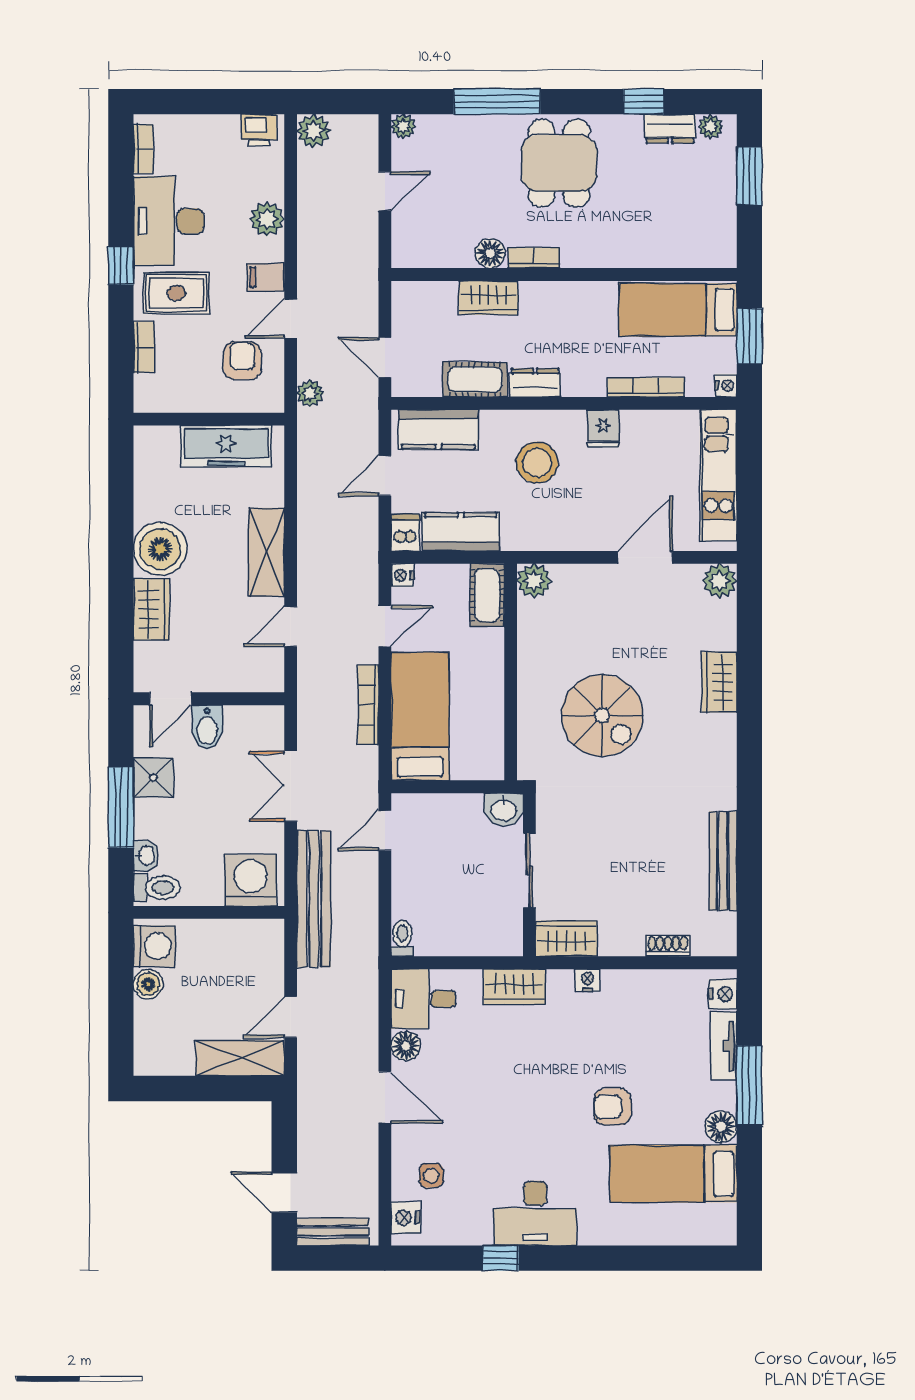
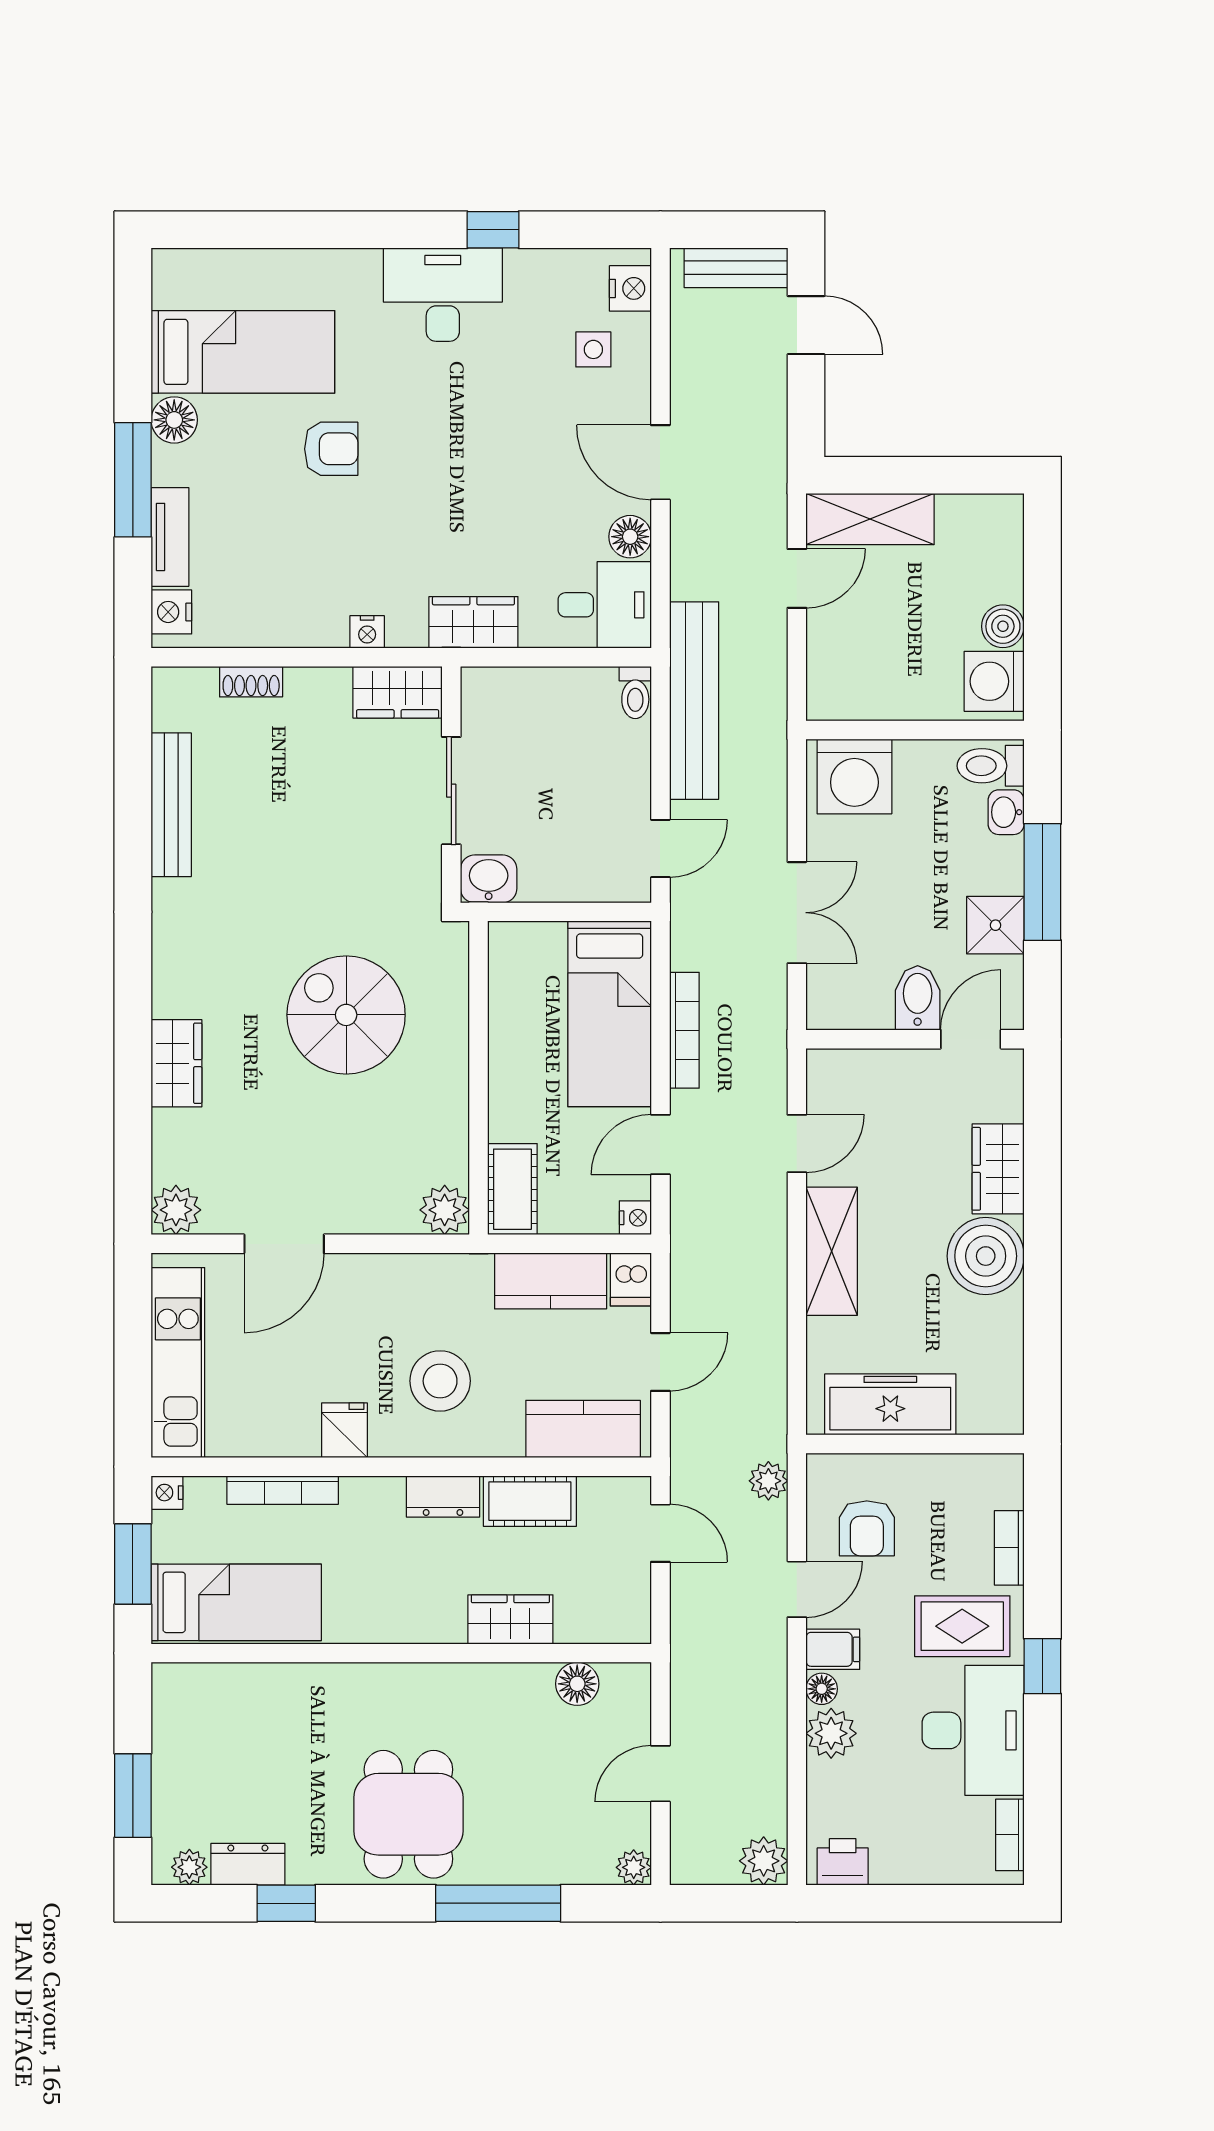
floor lamp: (273, 250) -> (822, 1689), added
floor lamp: (490, 253) -> (577, 1684), moved
bookcase: (534, 258) -> (445, 1677), removed
bench: (314, 899) -> (694, 701), moved

